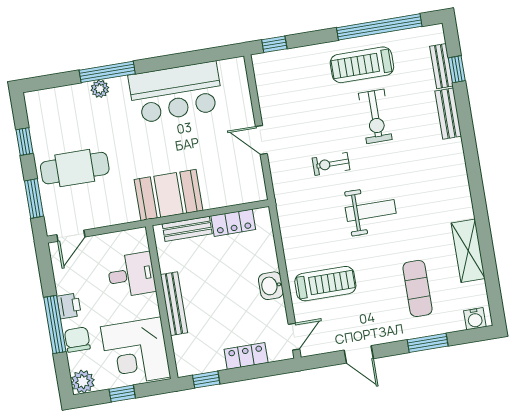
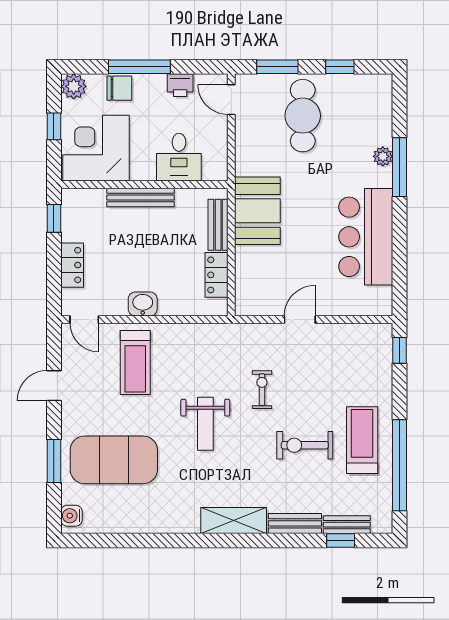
shelving: (468, 251) -> (234, 520), moved
exercise mat: (418, 288) -> (114, 460), width x2.00, depth x1.45
printer: (69, 306) -> (180, 85), moved

